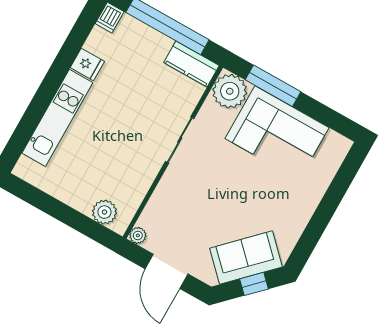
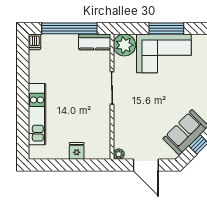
fridge: (87, 64) -> (77, 151), moved, turned -90
window: (273, 86) -> (166, 28), moved
plant: (104, 212) -> (93, 152), removed

